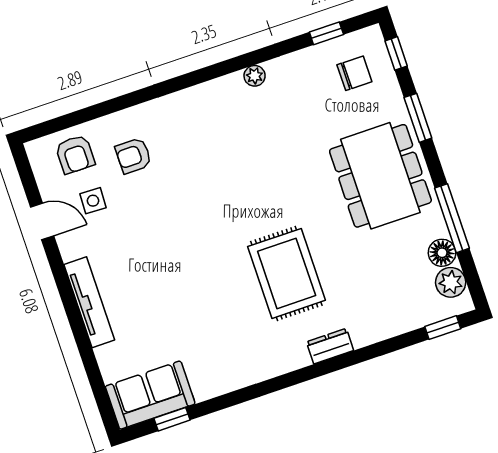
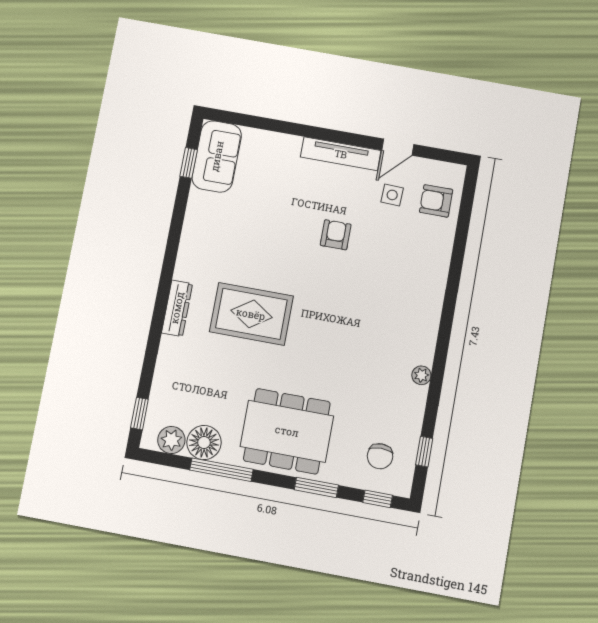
armchair: (133, 156) -> (336, 235), moved
floor lamp: (442, 253) -> (204, 442), width x1.38, depth x1.38
tv unit: (89, 302) -> (341, 154), moved
dresser: (330, 346) -> (177, 308), width x1.44

